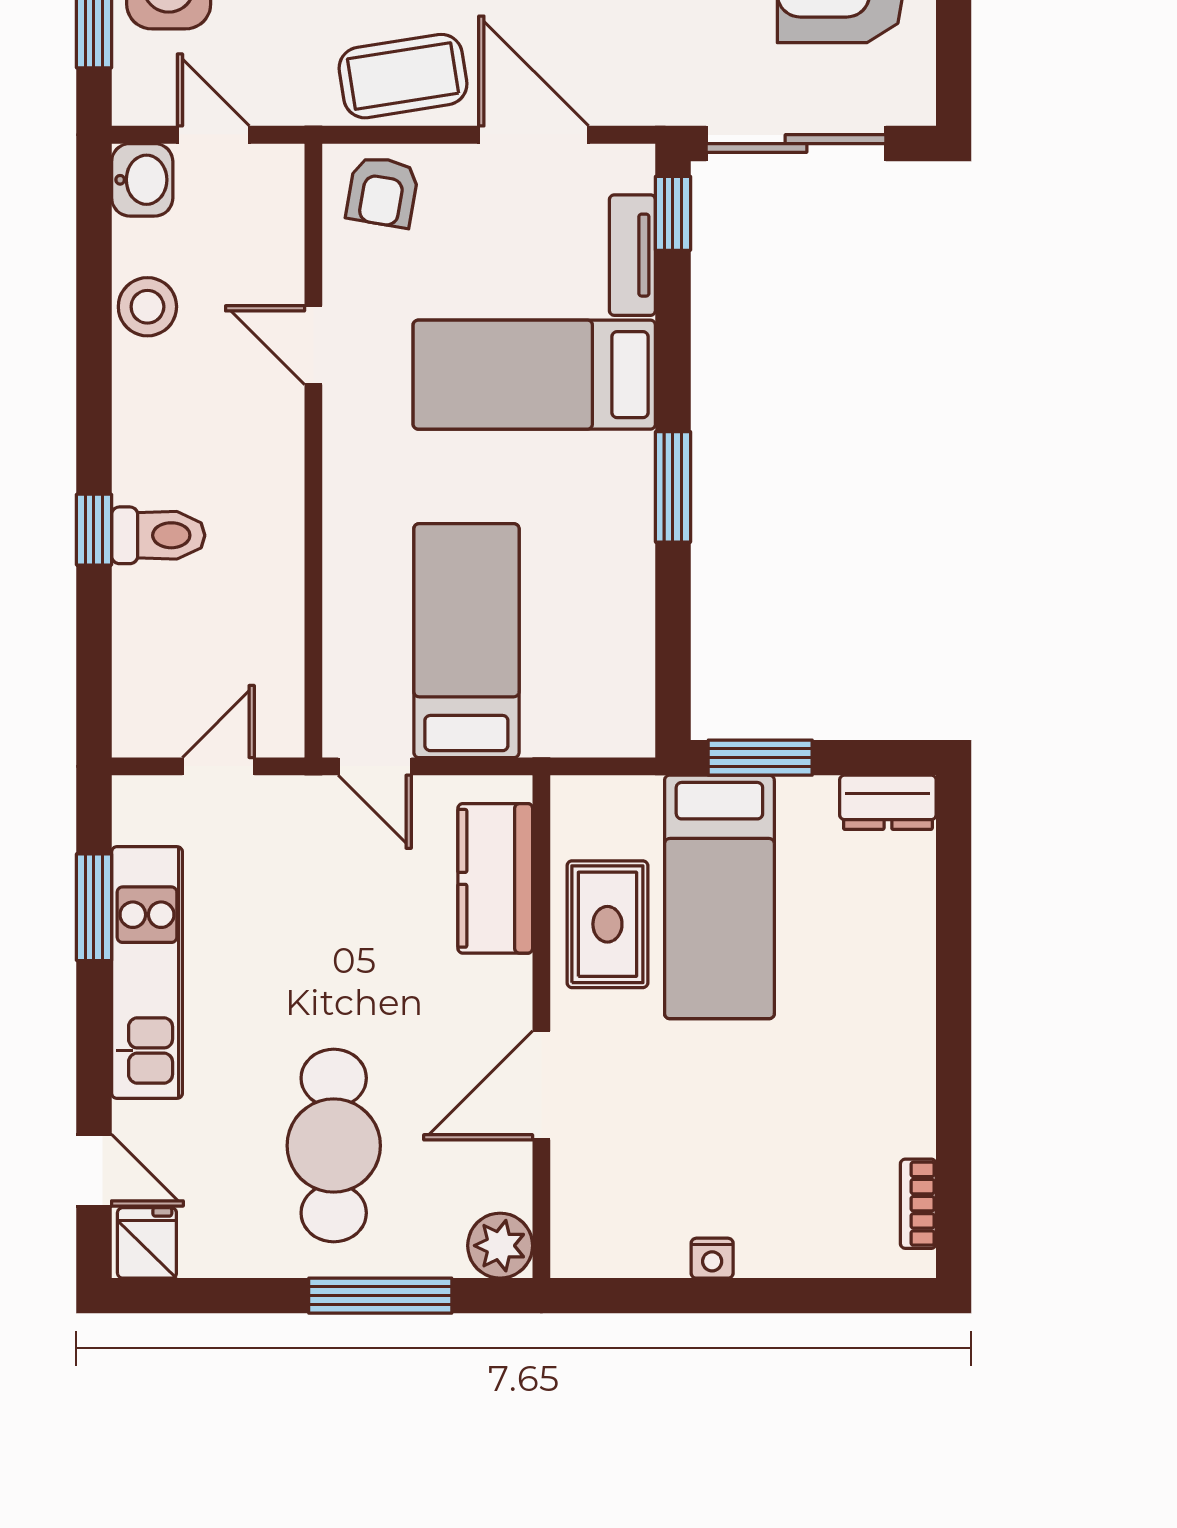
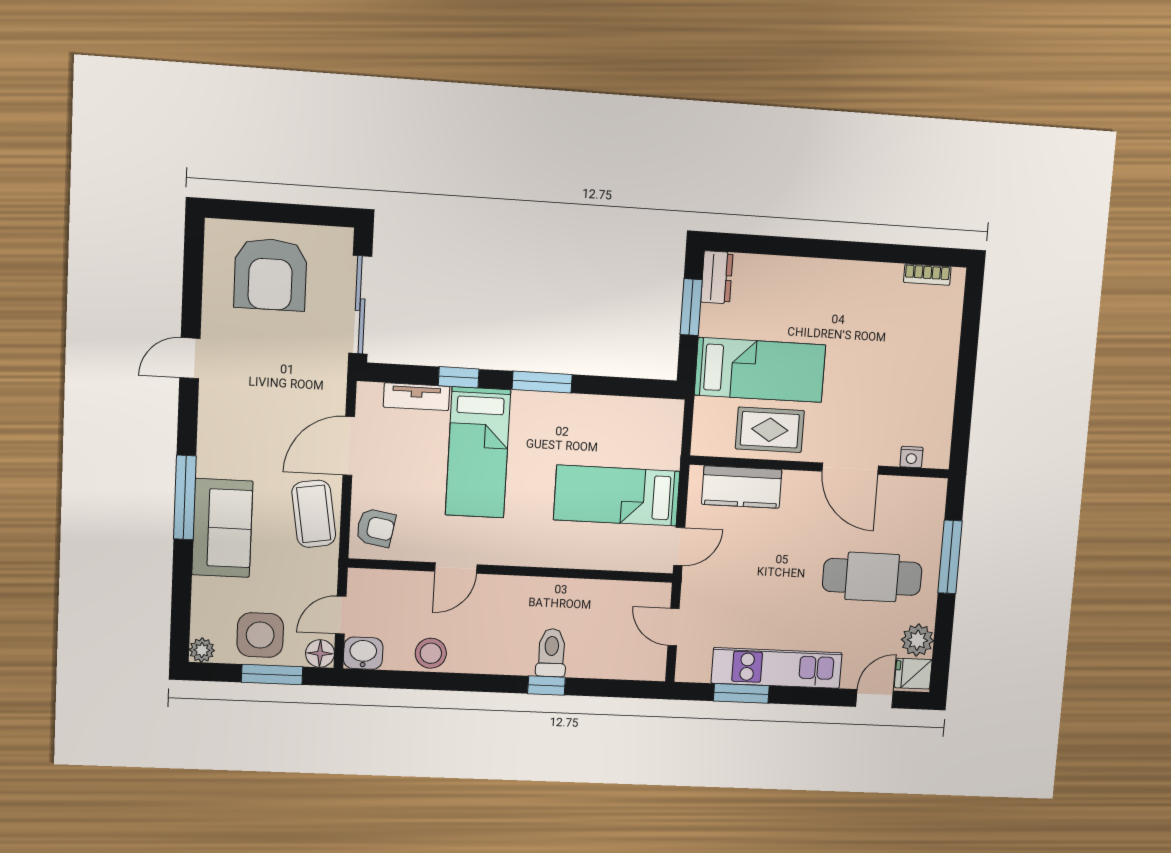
floor lamp: (138, 99) -> (320, 653), added
window: (673, 213) -> (459, 377), moved
window: (760, 758) -> (691, 307), moved
plant: (500, 1246) -> (918, 640), moved
nightstand: (712, 1258) -> (911, 457), moved, turned 90

